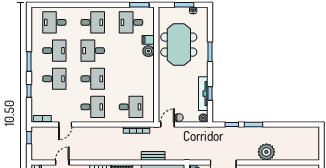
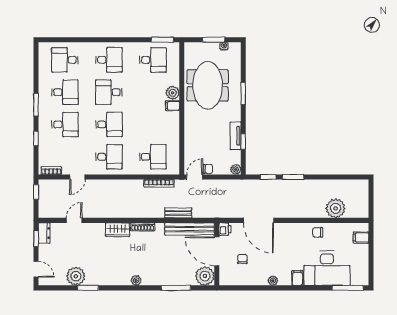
desk: (131, 22) -> (153, 60), turned 180
filing cabinet: (148, 40) -> (173, 106), moved
tv unit: (203, 94) -> (236, 136), width x0.71
plant: (266, 152) -> (336, 208), moved

